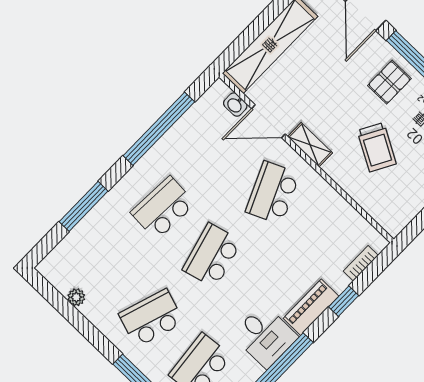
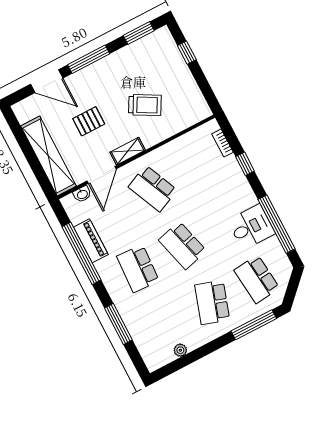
pallet: (389, 82) -> (89, 121), moved, turned 90
piano: (311, 307) -> (91, 241), moved, turned 180

